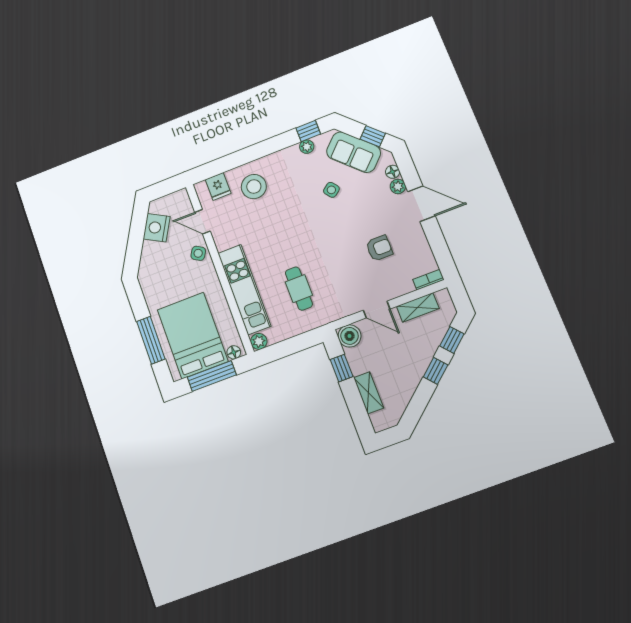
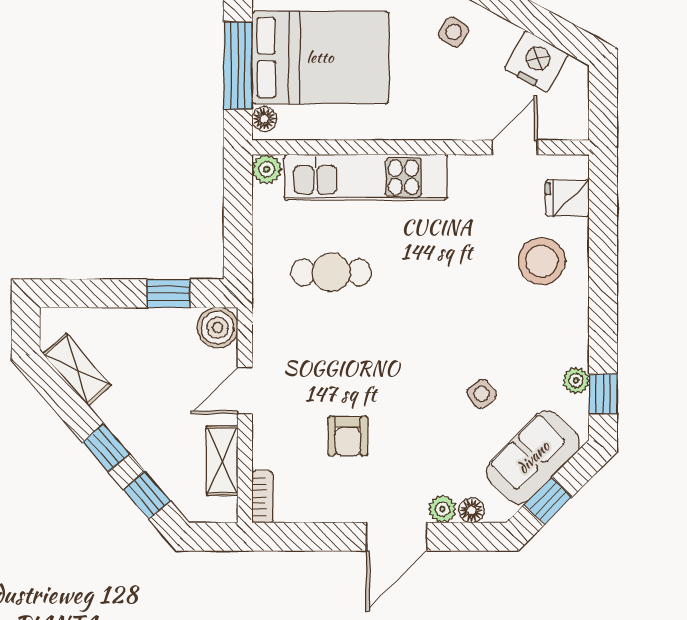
side table: (198, 253) -> (454, 32), moved
shelving: (369, 393) -> (77, 369), moved, turned 49

